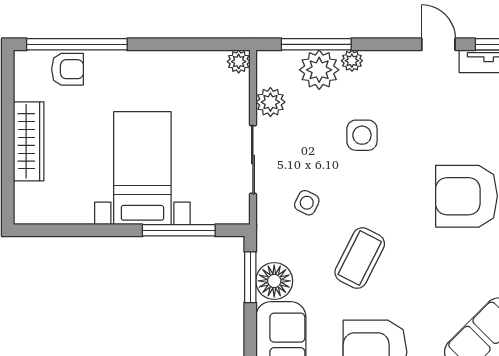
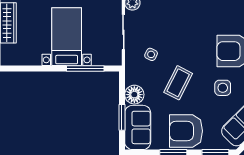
side table: (362, 135) -> (223, 88), moved
window: (250, 277) -> (122, 117), moved

